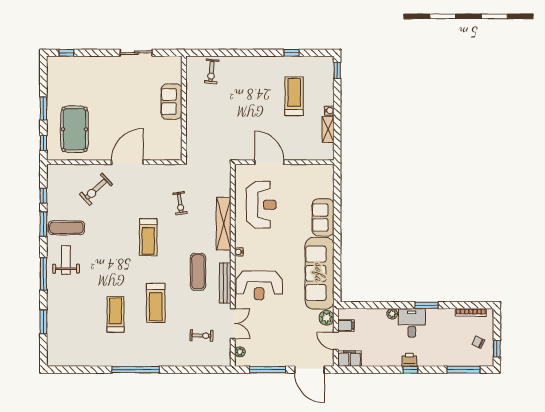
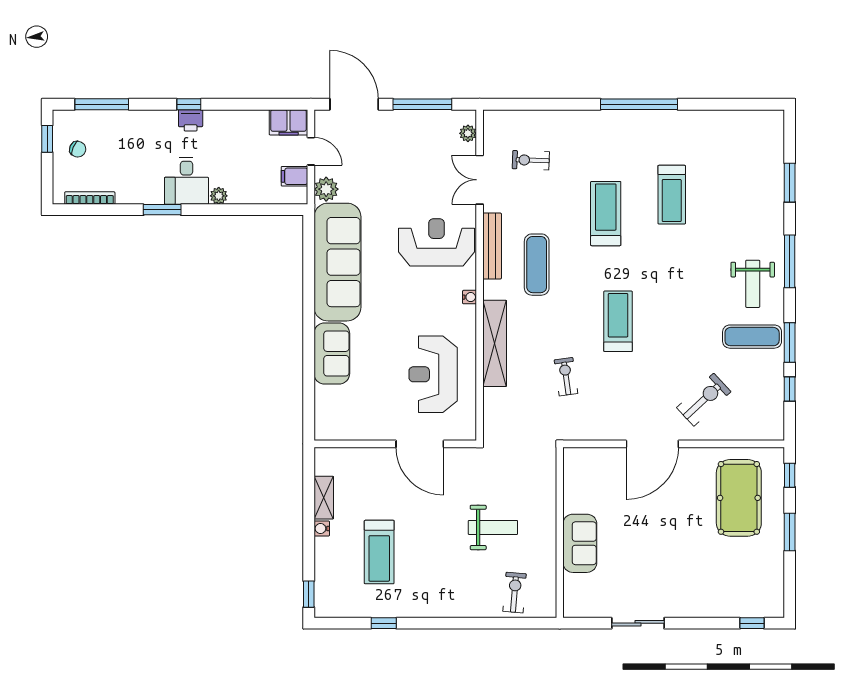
weight bench: (225, 111) -> (493, 527), added

